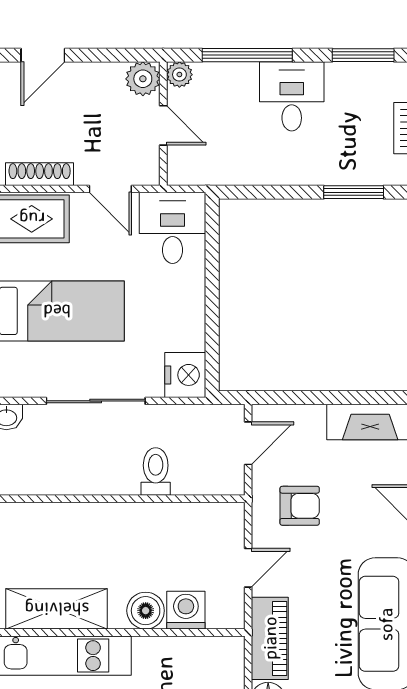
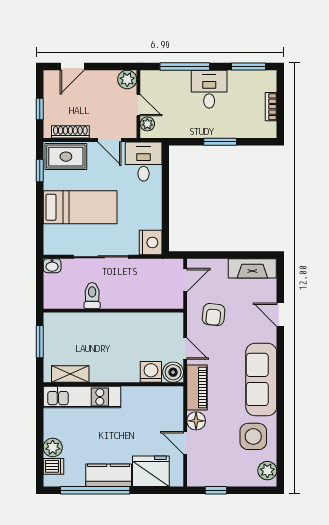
plant: (179, 75) -> (147, 124), moved
window: (354, 192) -> (220, 142), moved
toilet: (156, 472) -> (92, 296), moved
armchair: (300, 506) -> (214, 315), turned 96
door: (248, 568) -> (185, 349), hinge flipped
shelving: (57, 609) -> (70, 374), width x0.67, depth x0.75
boiler: (146, 611) -> (173, 372), moved

